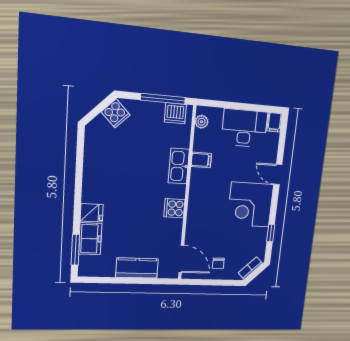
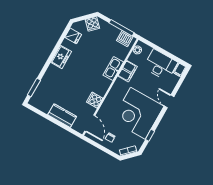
filing cabinet: (201, 160) -> (128, 71), width x2.00
corner desk: (250, 205) -> (138, 113), width x1.36, depth x1.36
cooker: (174, 208) -> (95, 100), moved
fridge: (92, 213) -> (73, 36), moved
freezer: (90, 239) -> (61, 57), moved

